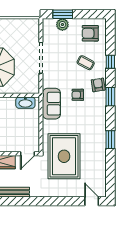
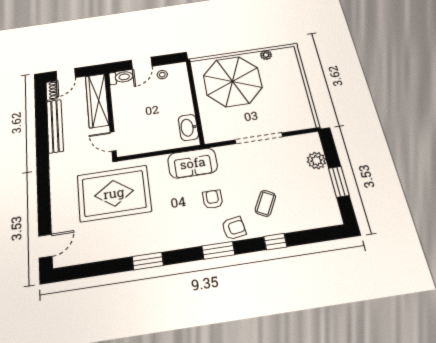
window: (63, 14) -> (339, 182), moved
armchair: (90, 33) -> (314, 203), removed

